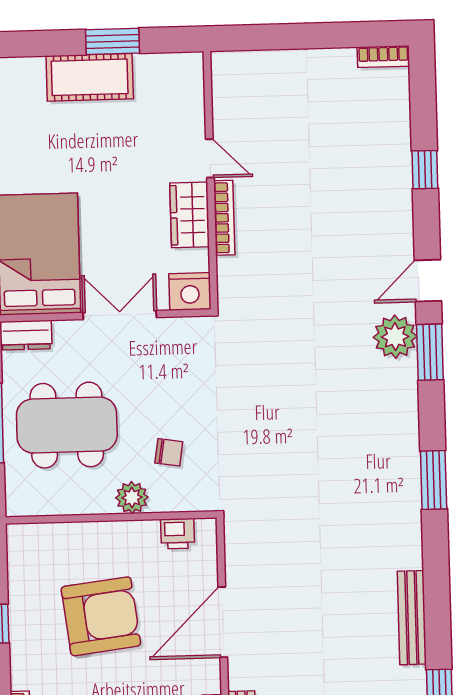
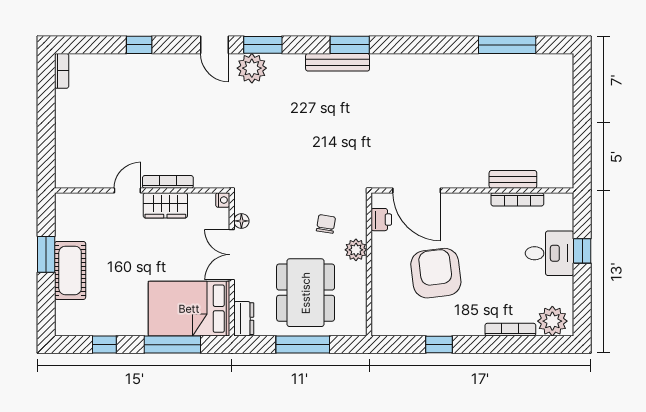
nightstand: (190, 291) -> (223, 200), width x0.53, depth x0.56
floor lamp: (170, 328) -> (241, 221), added
bench: (412, 618) -> (338, 62), moved
door: (223, 622) -> (417, 191), moved

